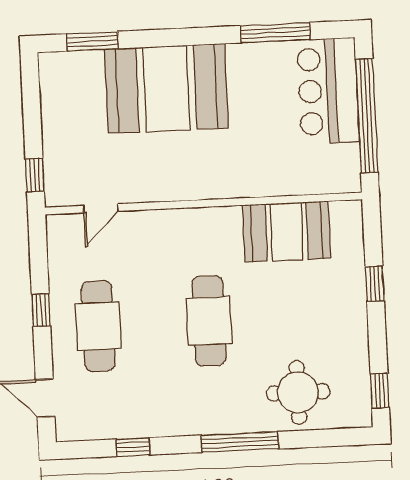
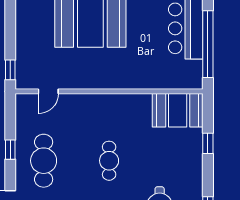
booth: (287, 232) -> (178, 110), moved
cafe table: (209, 321) -> (109, 161), width x0.73, depth x0.74

